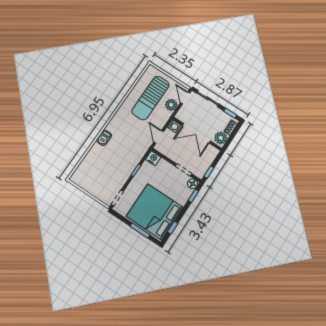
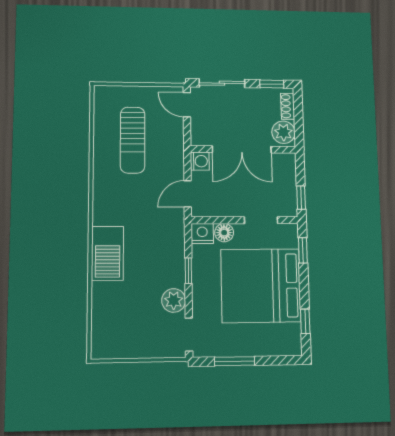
sun lounger: (151, 98) -> (133, 140), width x0.73, depth x0.75
plant: (171, 105) -> (174, 300), moved
door: (159, 137) -> (188, 194), hinge flipped
barbecue: (104, 138) -> (108, 253), width x1.88, depth x1.53
floor lamp: (193, 184) -> (224, 233), moved
bed: (155, 212) -> (261, 286), moved
window: (140, 231) -> (235, 361), moved

